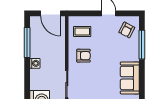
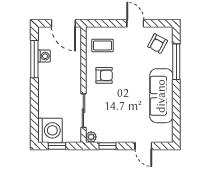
washing machine: (35, 63) -> (44, 56), moved
sofa: (130, 78) -> (161, 96), width x1.36

